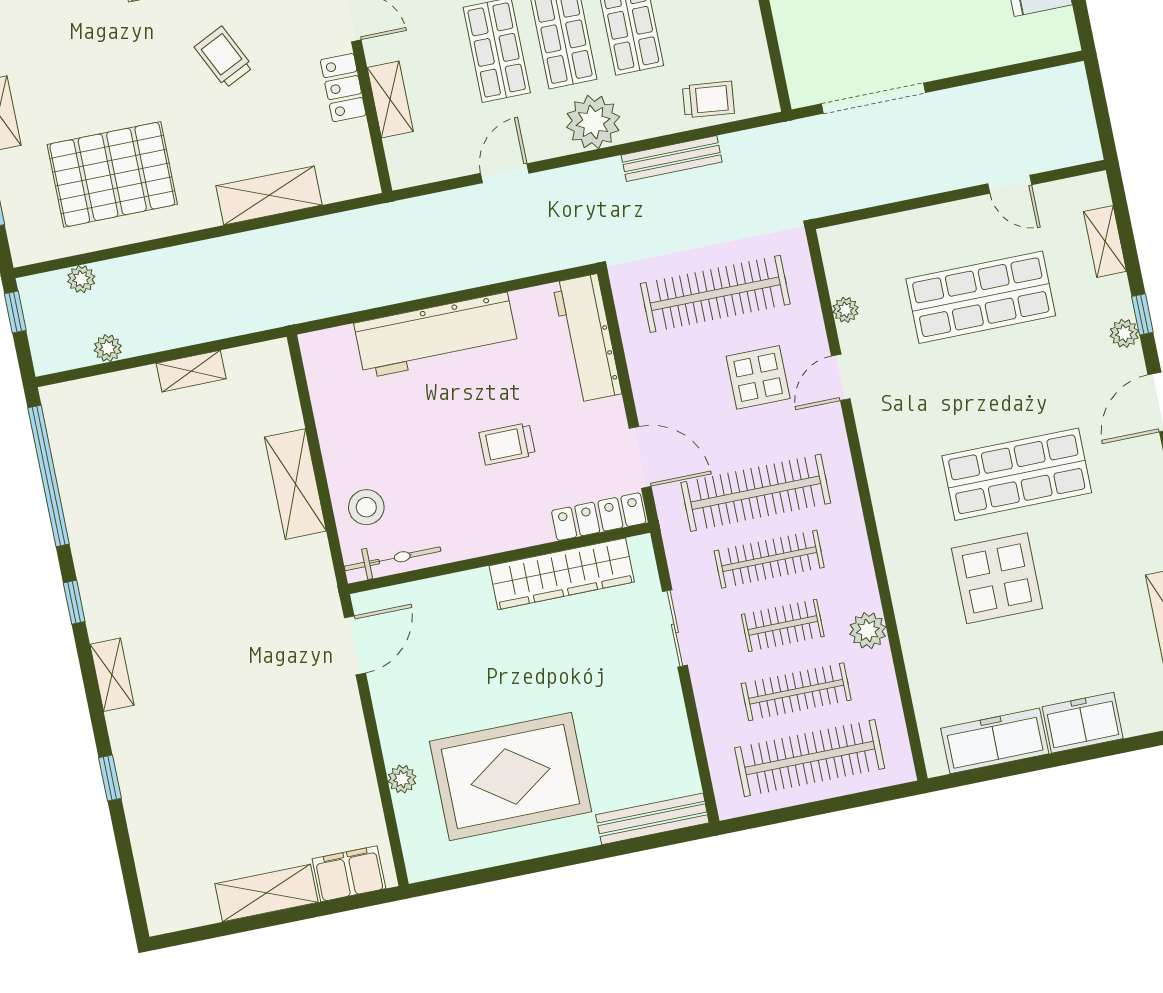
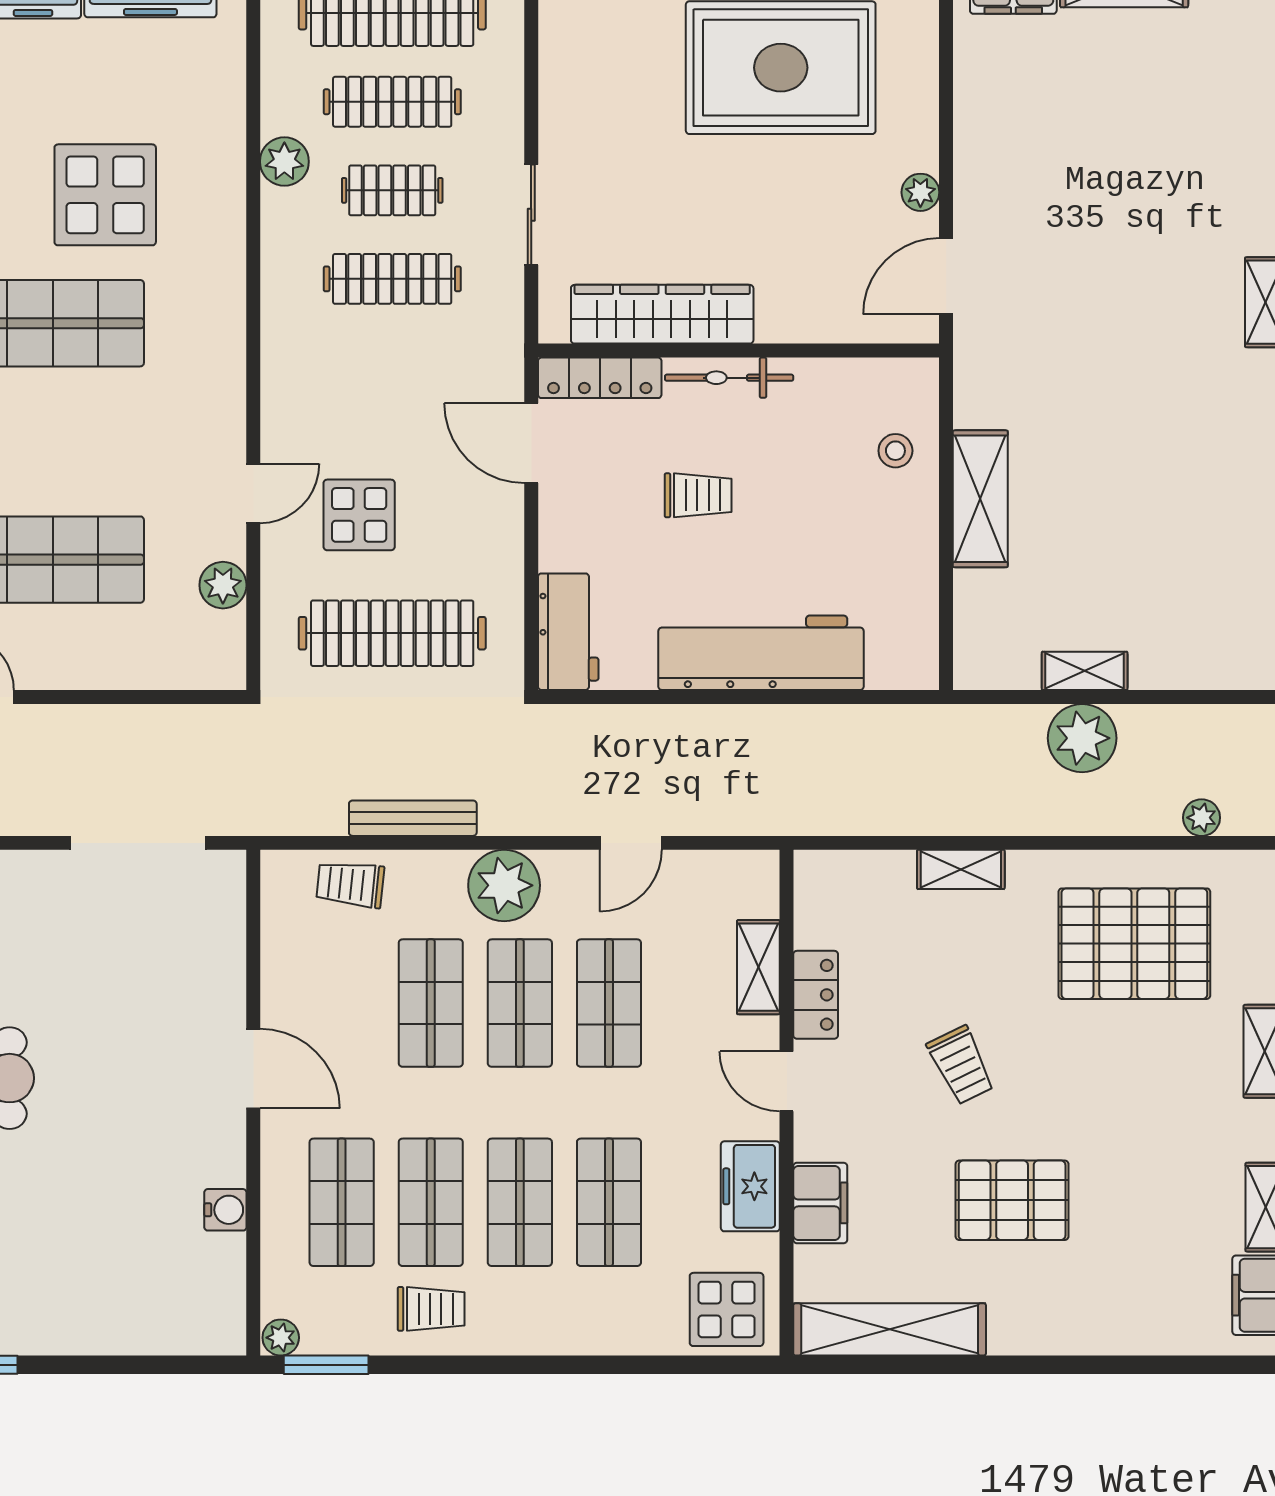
shelving: (269, 195) -> (961, 869), width x0.67, depth x0.75
plant: (846, 310) -> (223, 585), width x1.38, depth x1.38
workbench: (587, 338) -> (568, 632), width x0.73
plant: (108, 348) -> (1082, 738), moved, width x1.87, depth x1.87
clothes rail: (756, 493) -> (392, 367), removed
stool: (366, 507) -> (895, 451), width x0.73, depth x0.73
bicycle: (393, 559) -> (729, 378), moved
plant: (402, 779) -> (920, 192), moved

